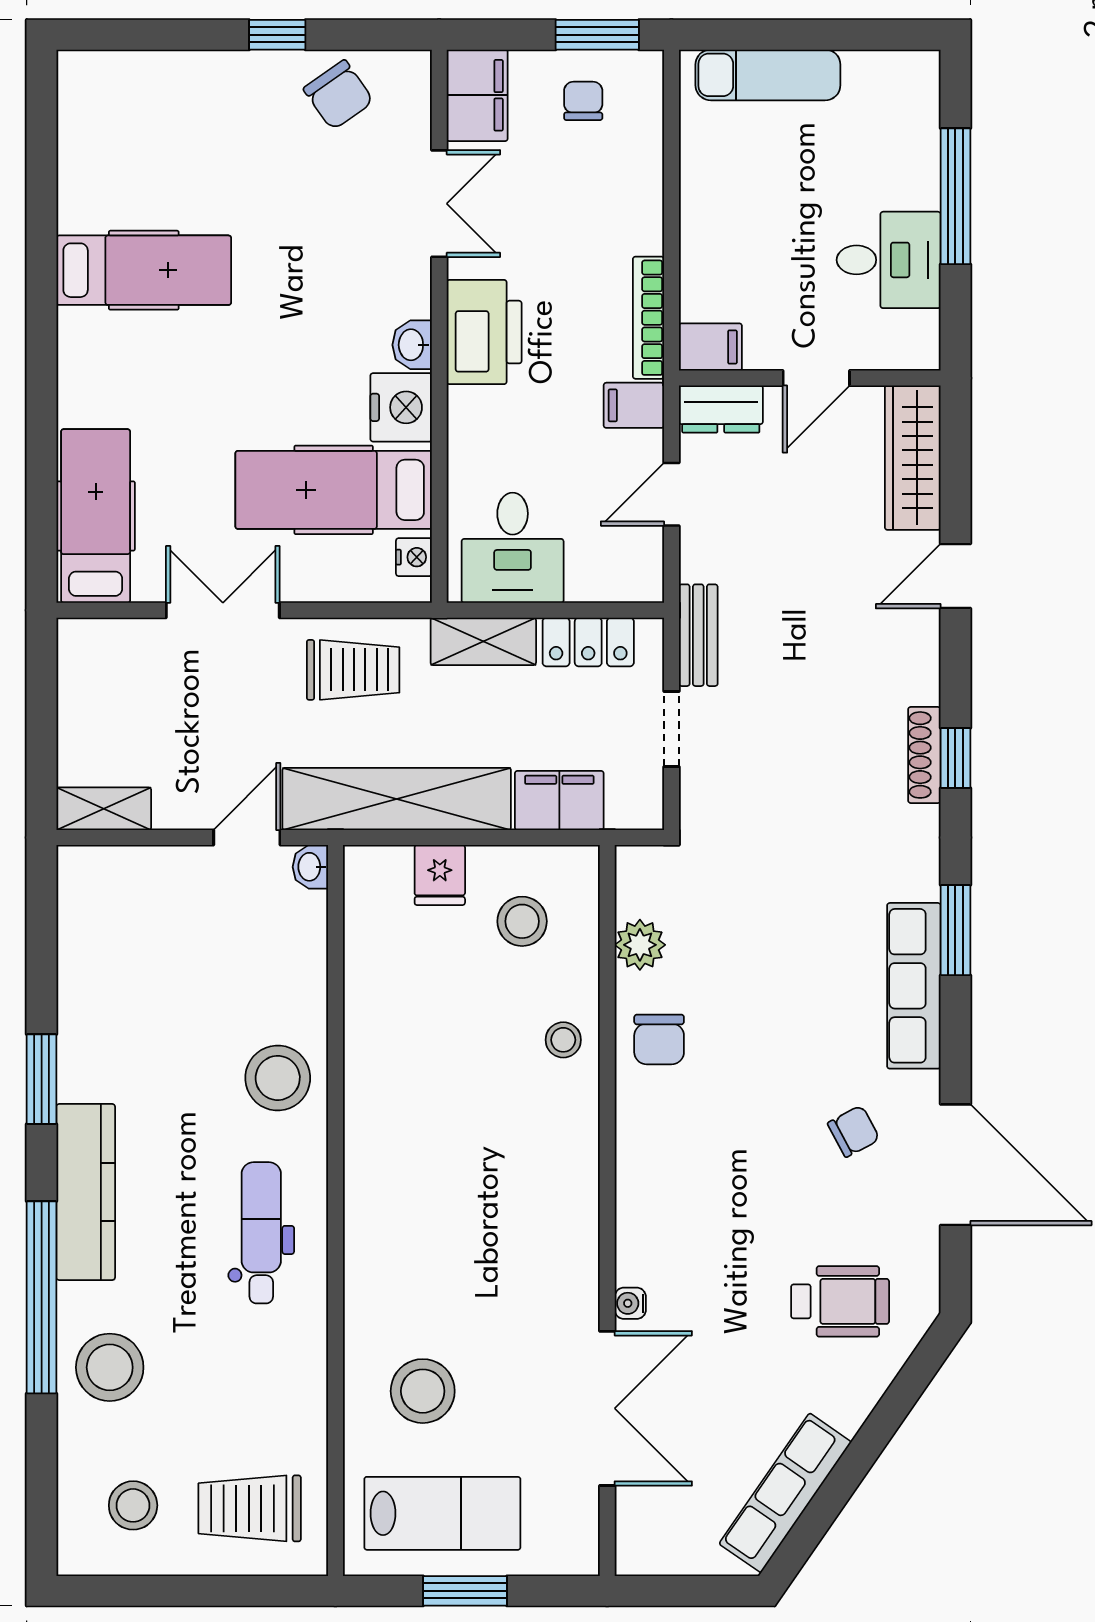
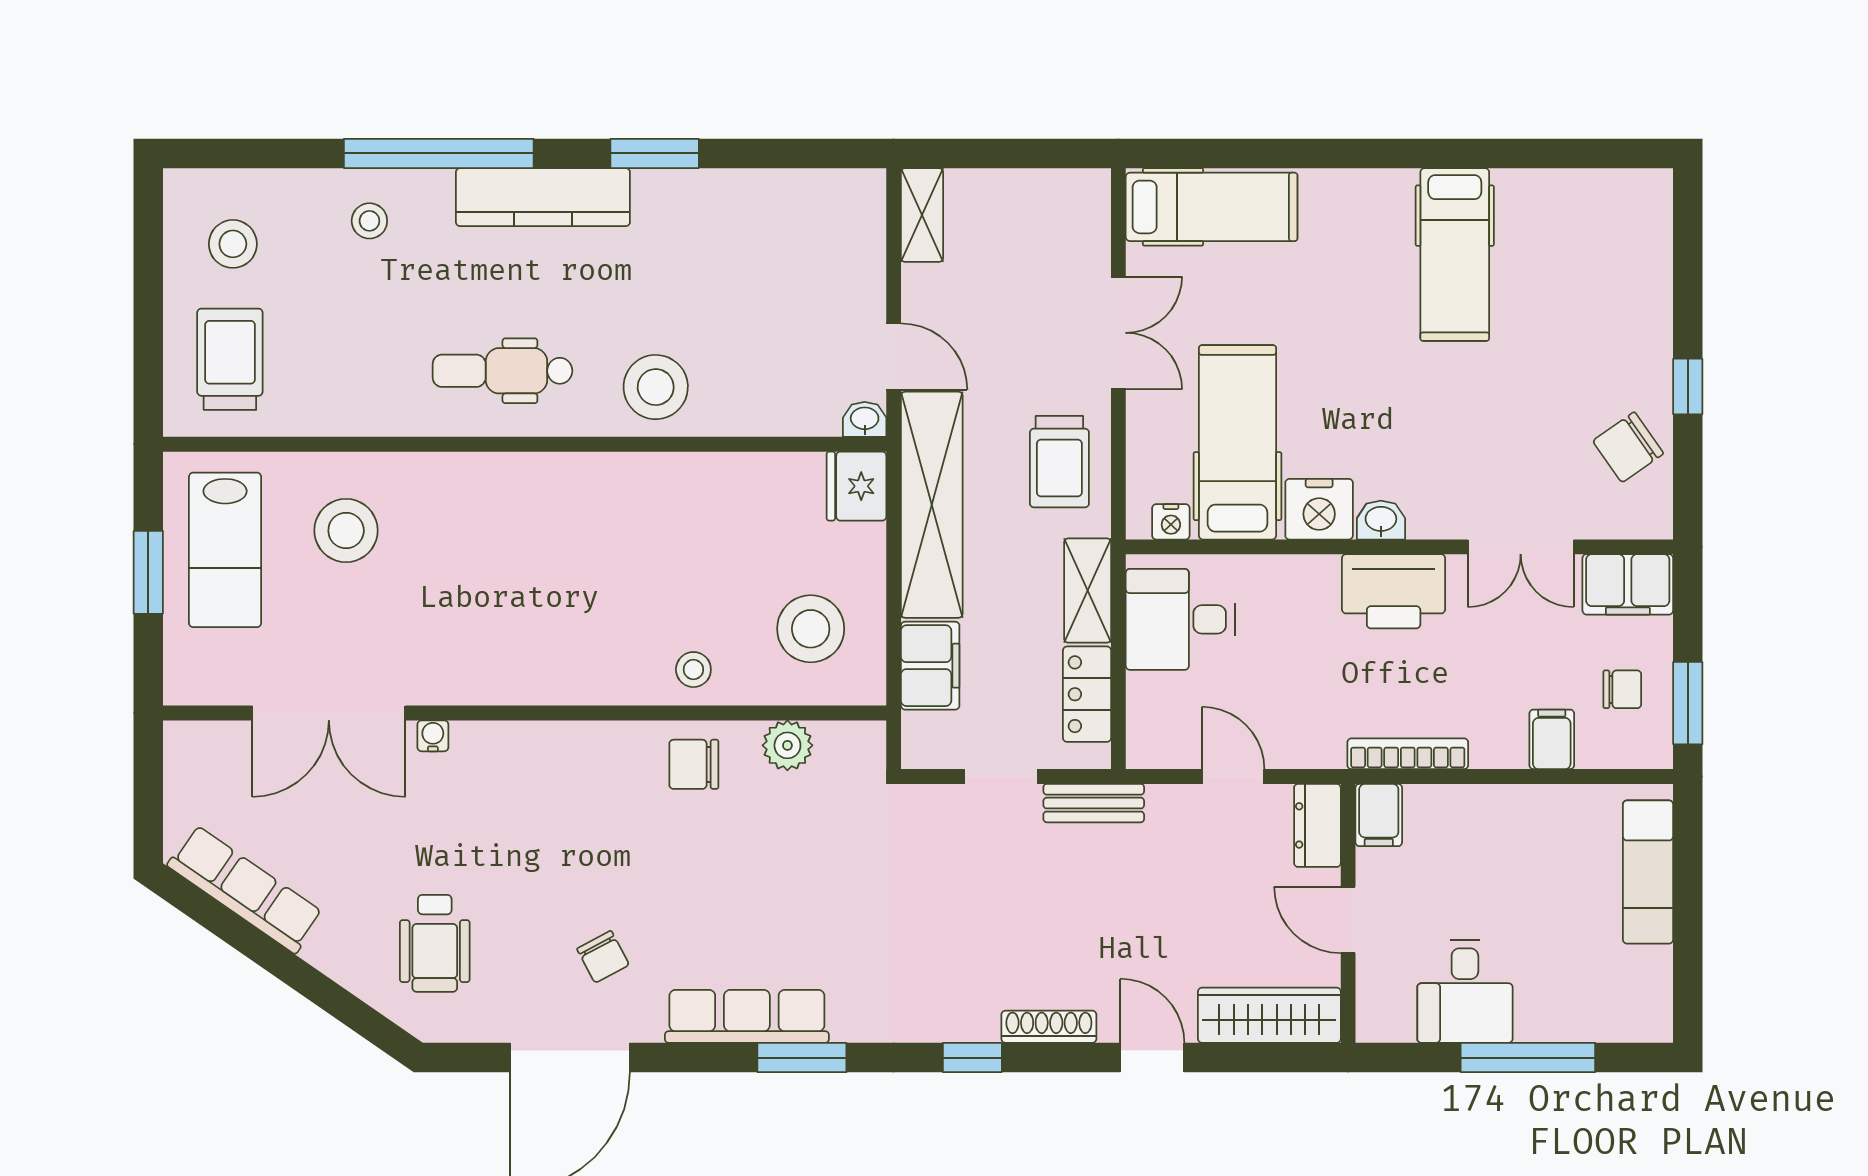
filing cabinet: (634, 405) -> (1552, 739), moved
shoe rack: (924, 755) -> (1049, 1027), moved
fridge: (440, 875) -> (856, 486), moved, width x1.38
stool: (522, 921) -> (811, 629), width x1.38, depth x1.38
dental chair: (261, 1233) -> (502, 371), turned 180
stool: (110, 1367) -> (369, 221), width x0.53, depth x0.53

